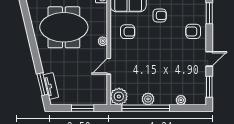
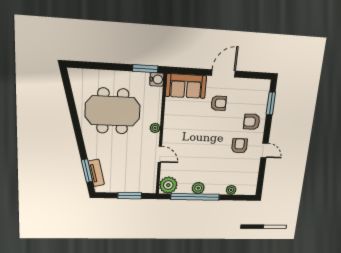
armchair: (128, 32) -> (239, 146), moved, turned -90
door: (209, 59) -> (264, 150), hinge flipped
door: (109, 66) -> (160, 154), swing flipped
window: (209, 87) -> (261, 178), removed

